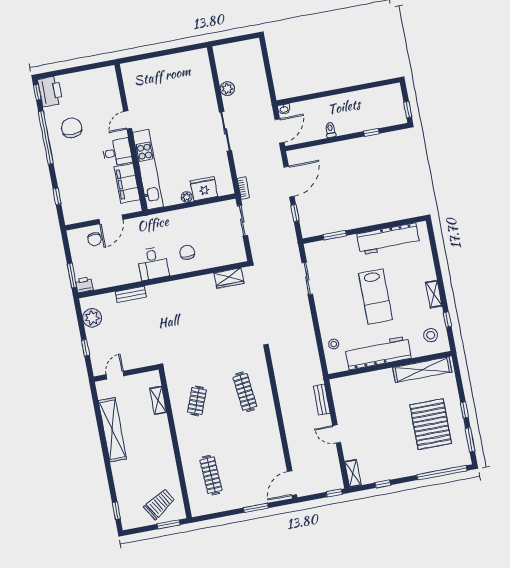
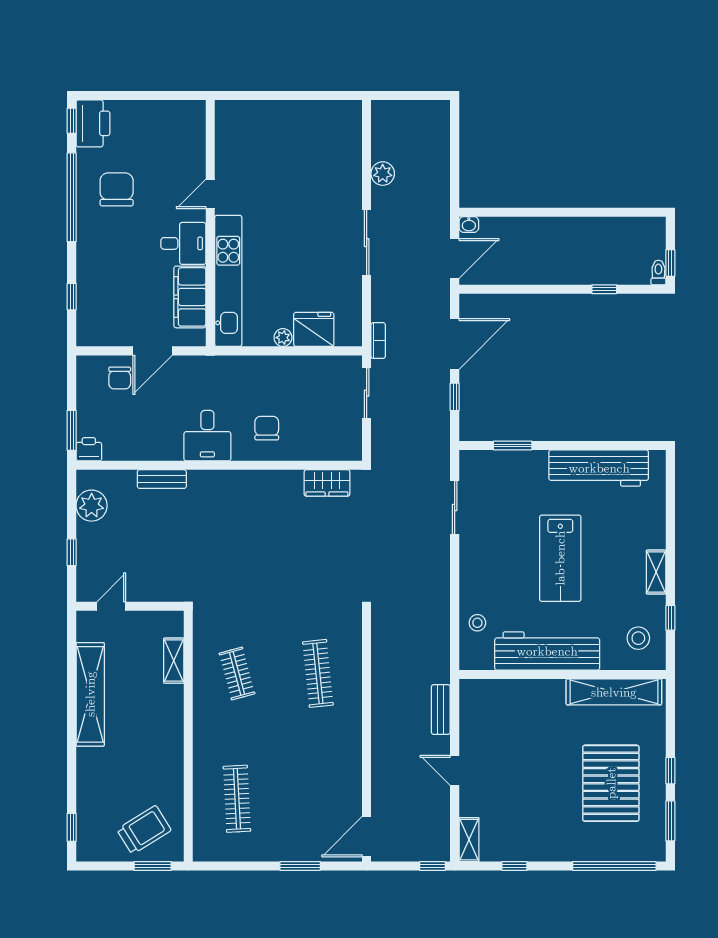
toilet: (330, 130) -> (658, 272), moved
clothes rail: (197, 401) -> (237, 673), turned -36

